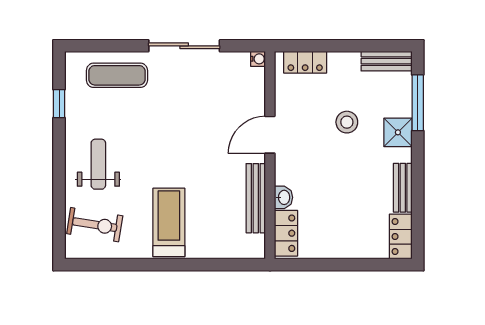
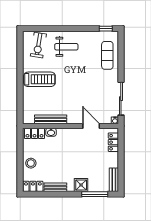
sliding door: (184, 46) -> (121, 99), moved
window: (59, 104) -> (106, 29), moved
stool: (347, 122) -> (31, 163), moved
door: (270, 135) -> (91, 126), moved

